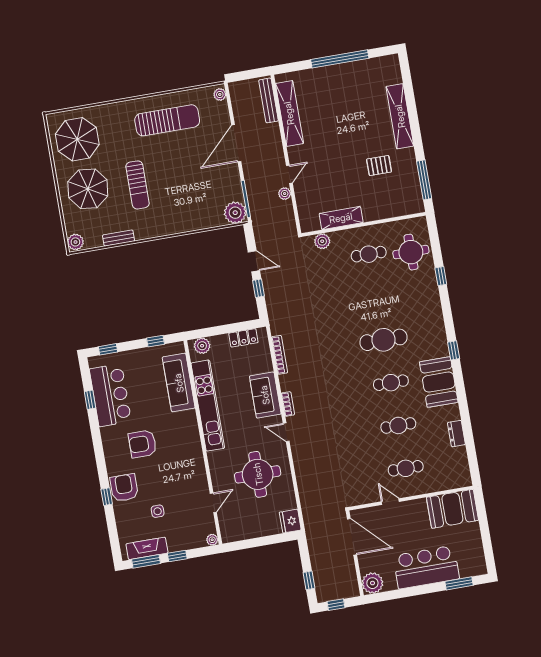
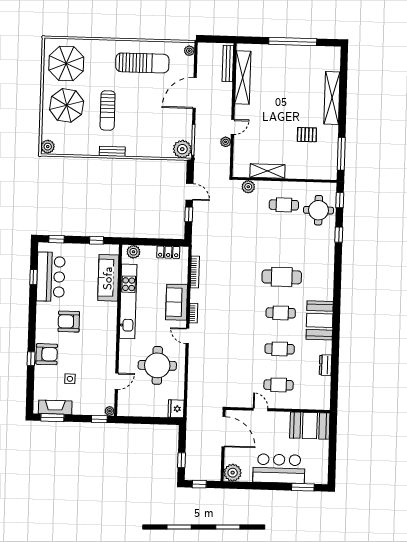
bench: (119, 238) -> (112, 151), moved
window: (454, 350) -> (340, 200), moved
armchair: (124, 488) -> (47, 354), turned 90
window: (177, 556) -> (99, 419), moved

